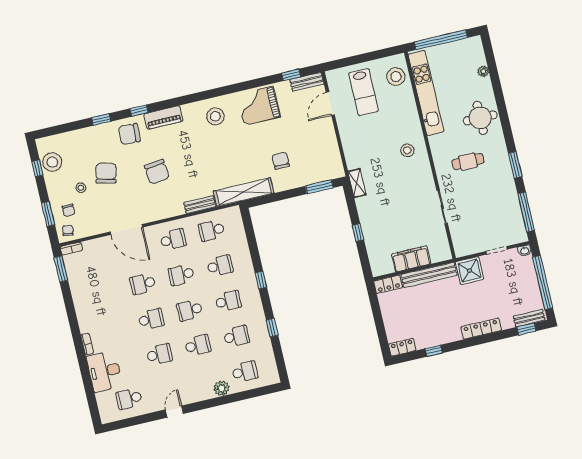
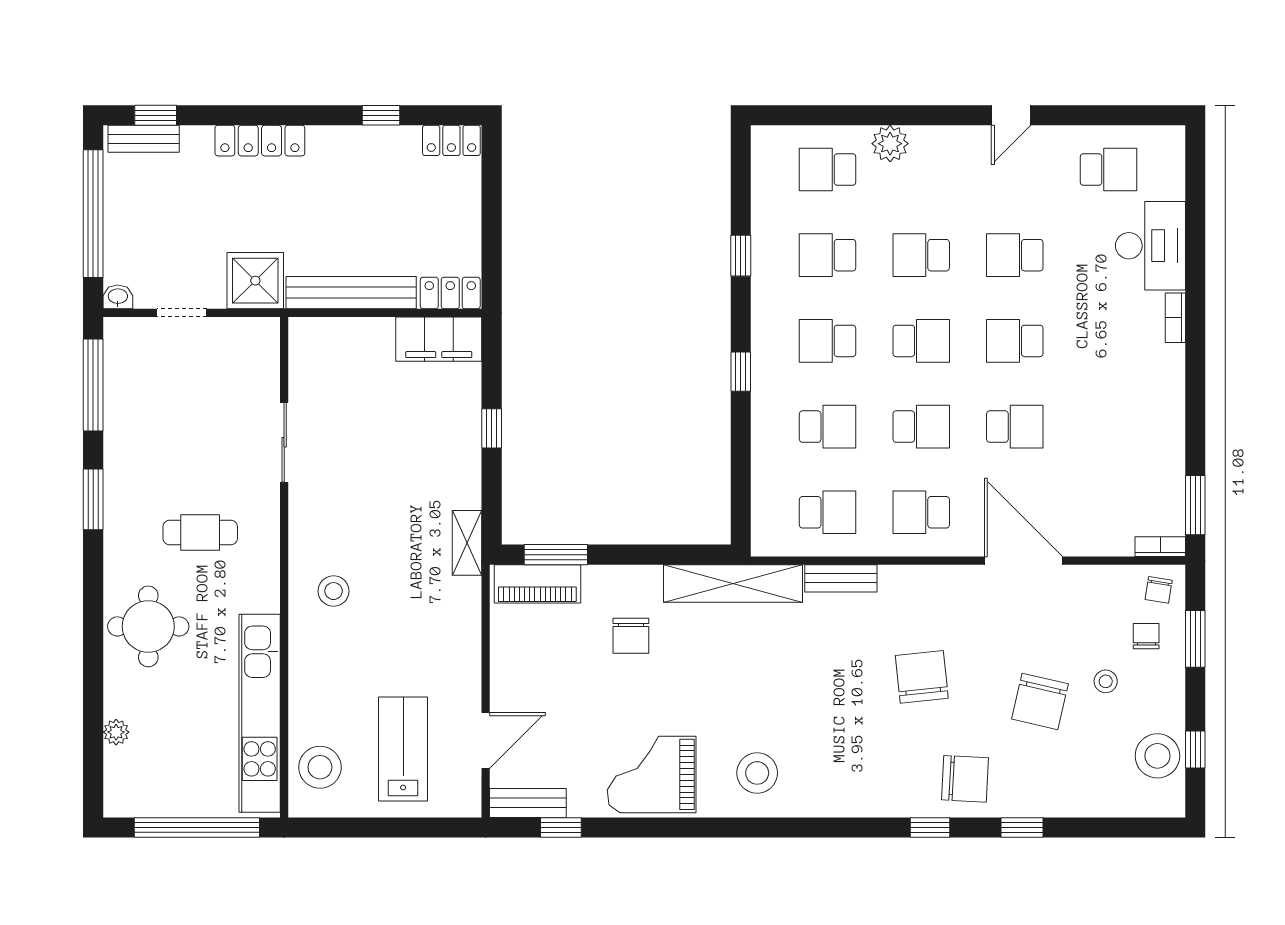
grand piano: (259, 106) -> (652, 774), turned 180
piano: (163, 117) -> (537, 584), moved, turned 180
filing cabinet: (411, 259) -> (439, 339), moved
school desk: (220, 266) -> (828, 427), turned 180

